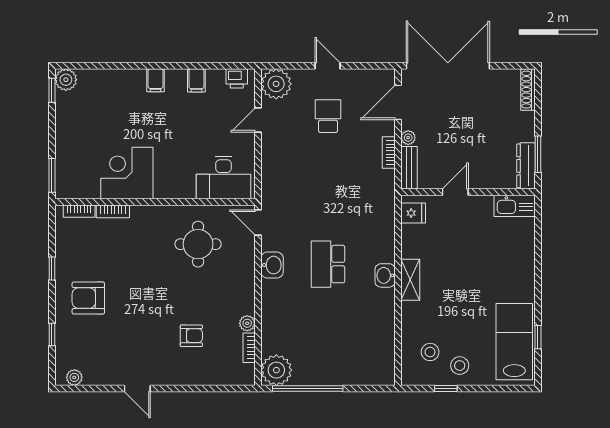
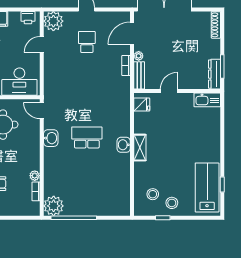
school desk: (328, 264) -> (87, 137), turned 90

